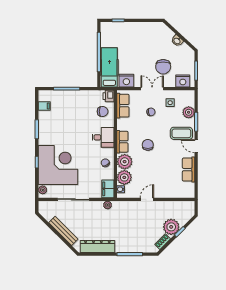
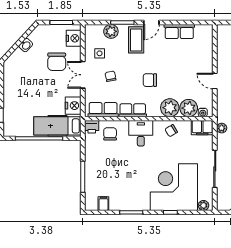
chair: (163, 67) -> (57, 62), turned 90
row of seats: (122, 142) -> (133, 110), moved

